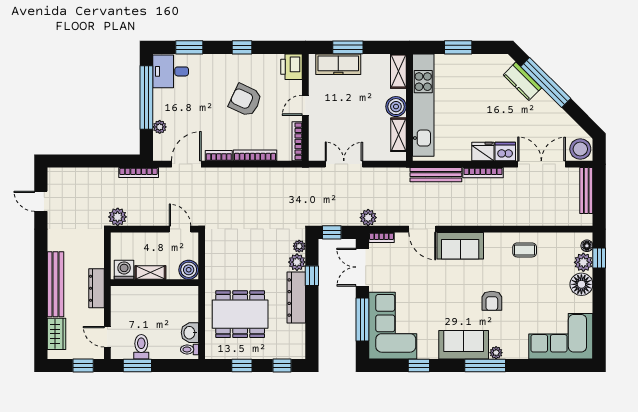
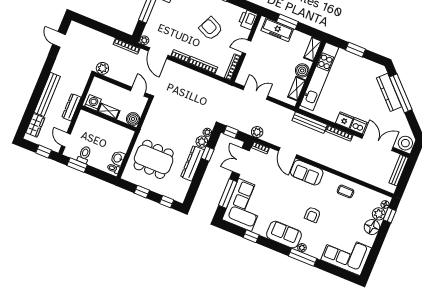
kitchen counter: (522, 81) -> (389, 92), width x1.50
plant: (160, 127) -> (144, 40), moved
door: (186, 164) -> (158, 53), swing flipped
window: (485, 365) -> (303, 257), moved

